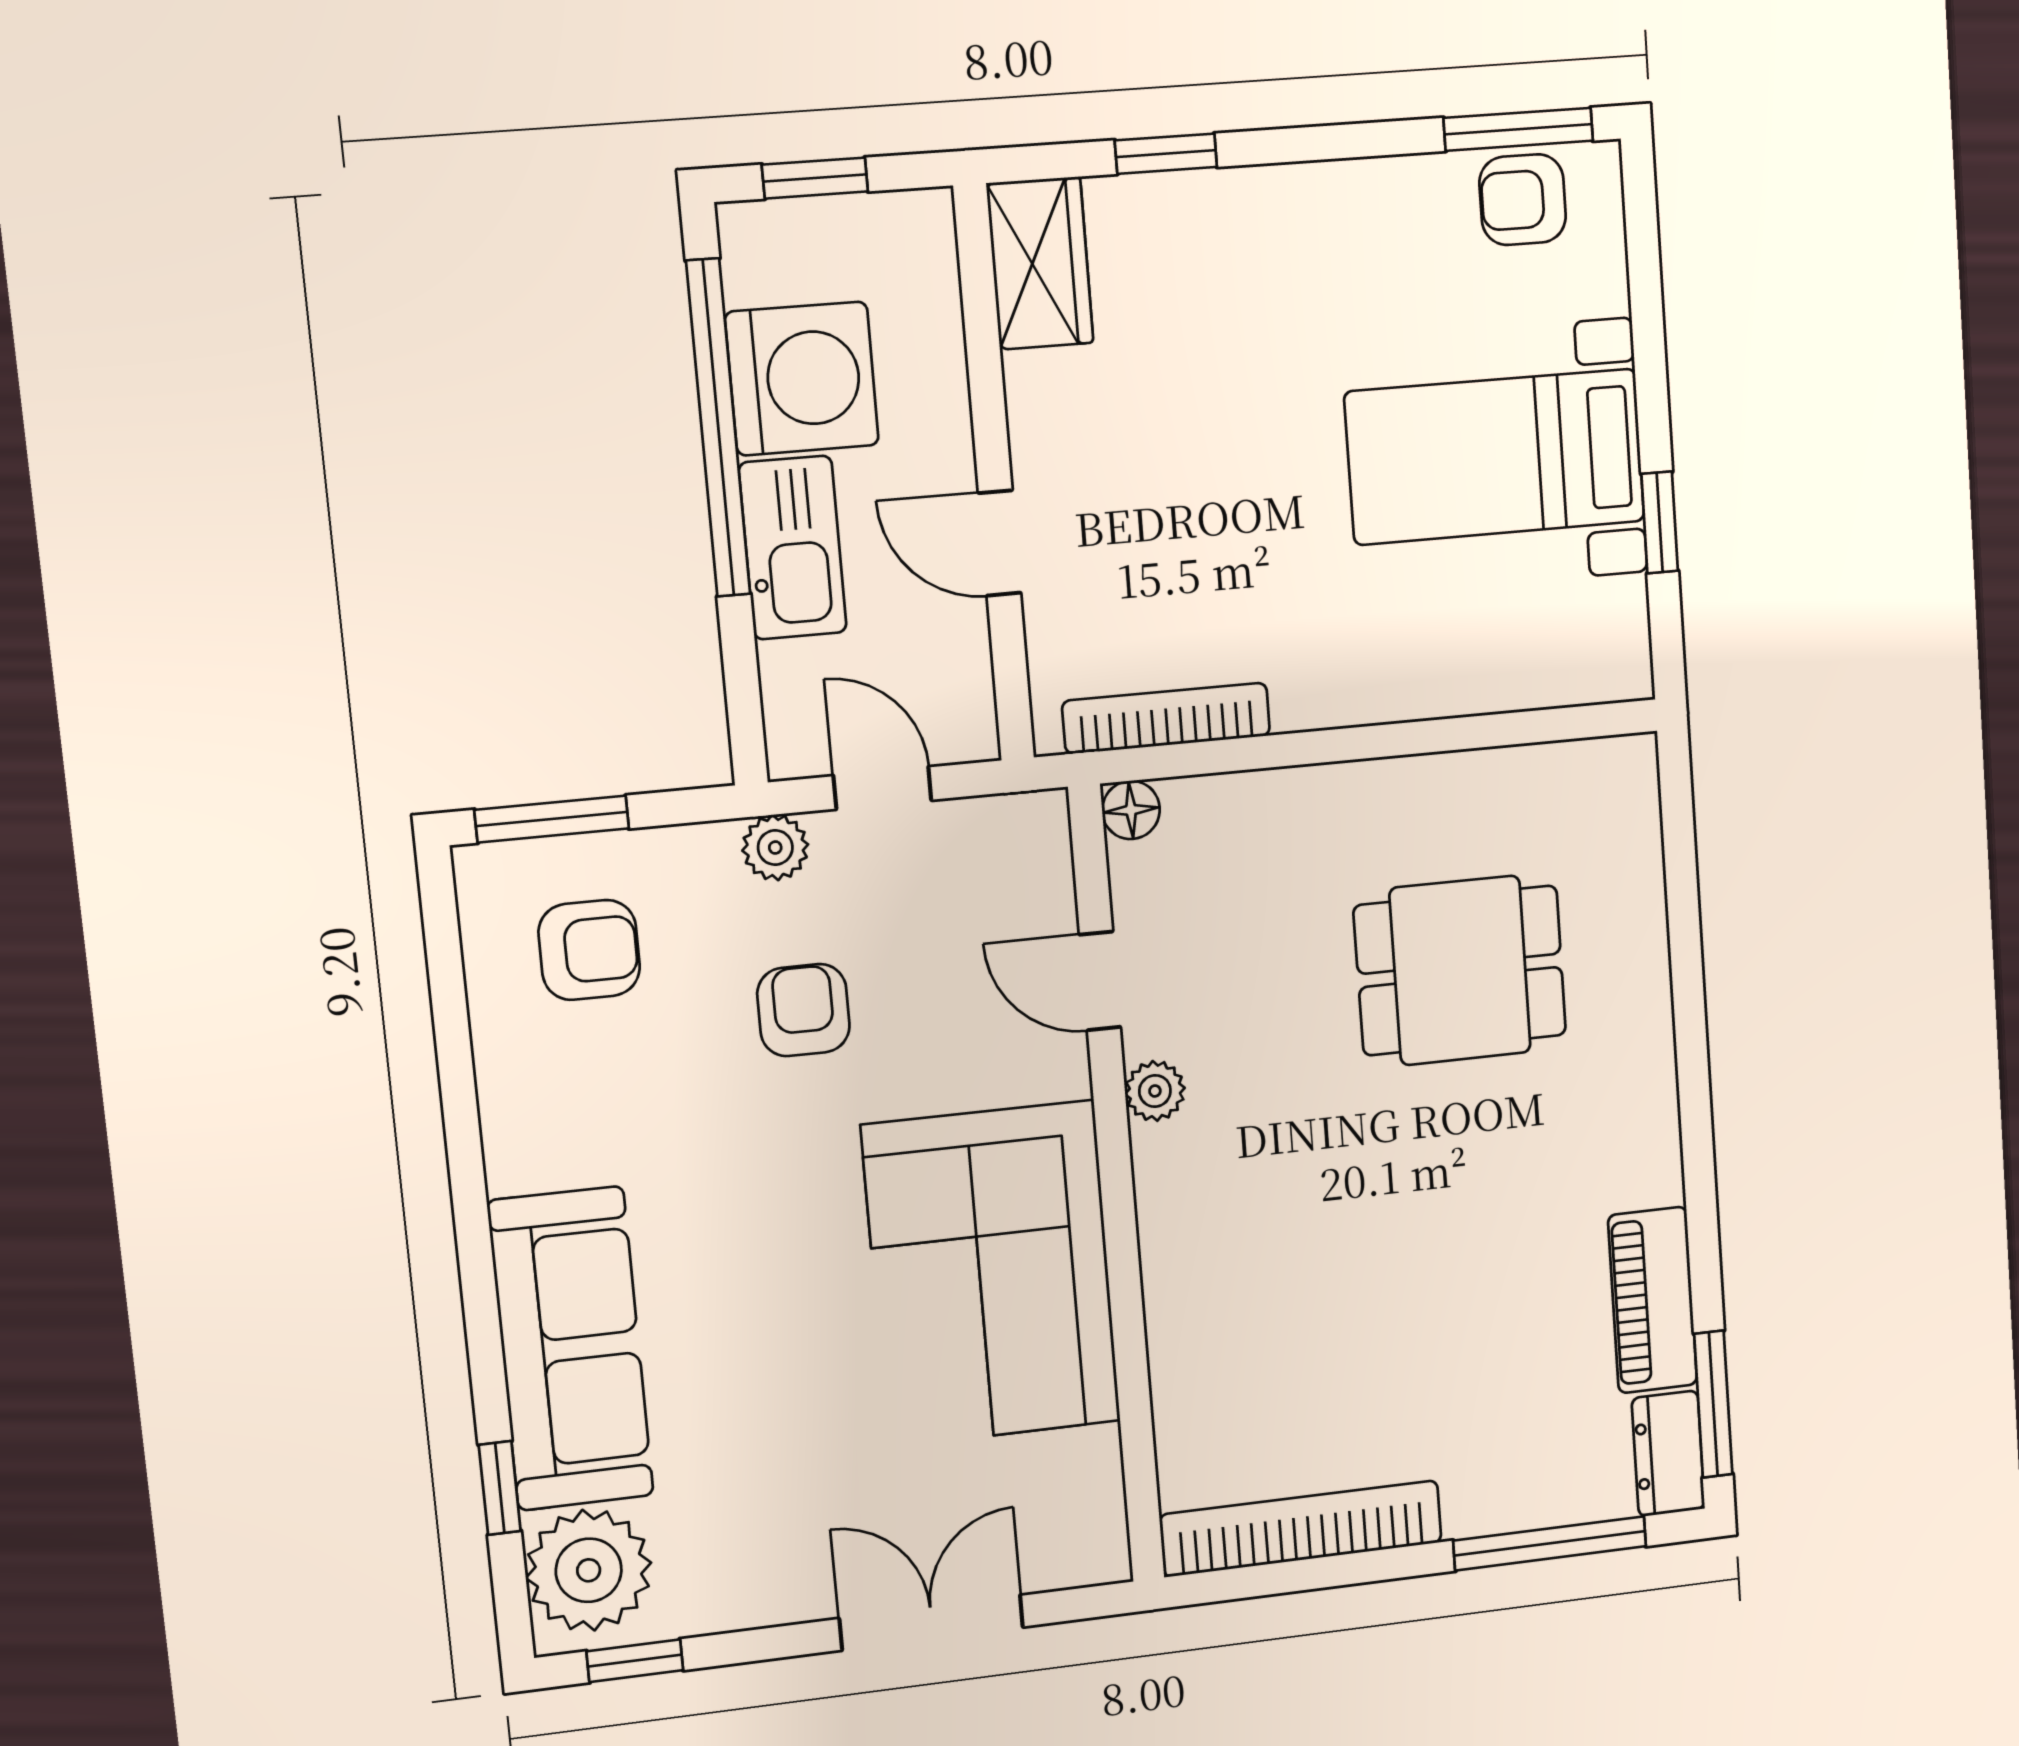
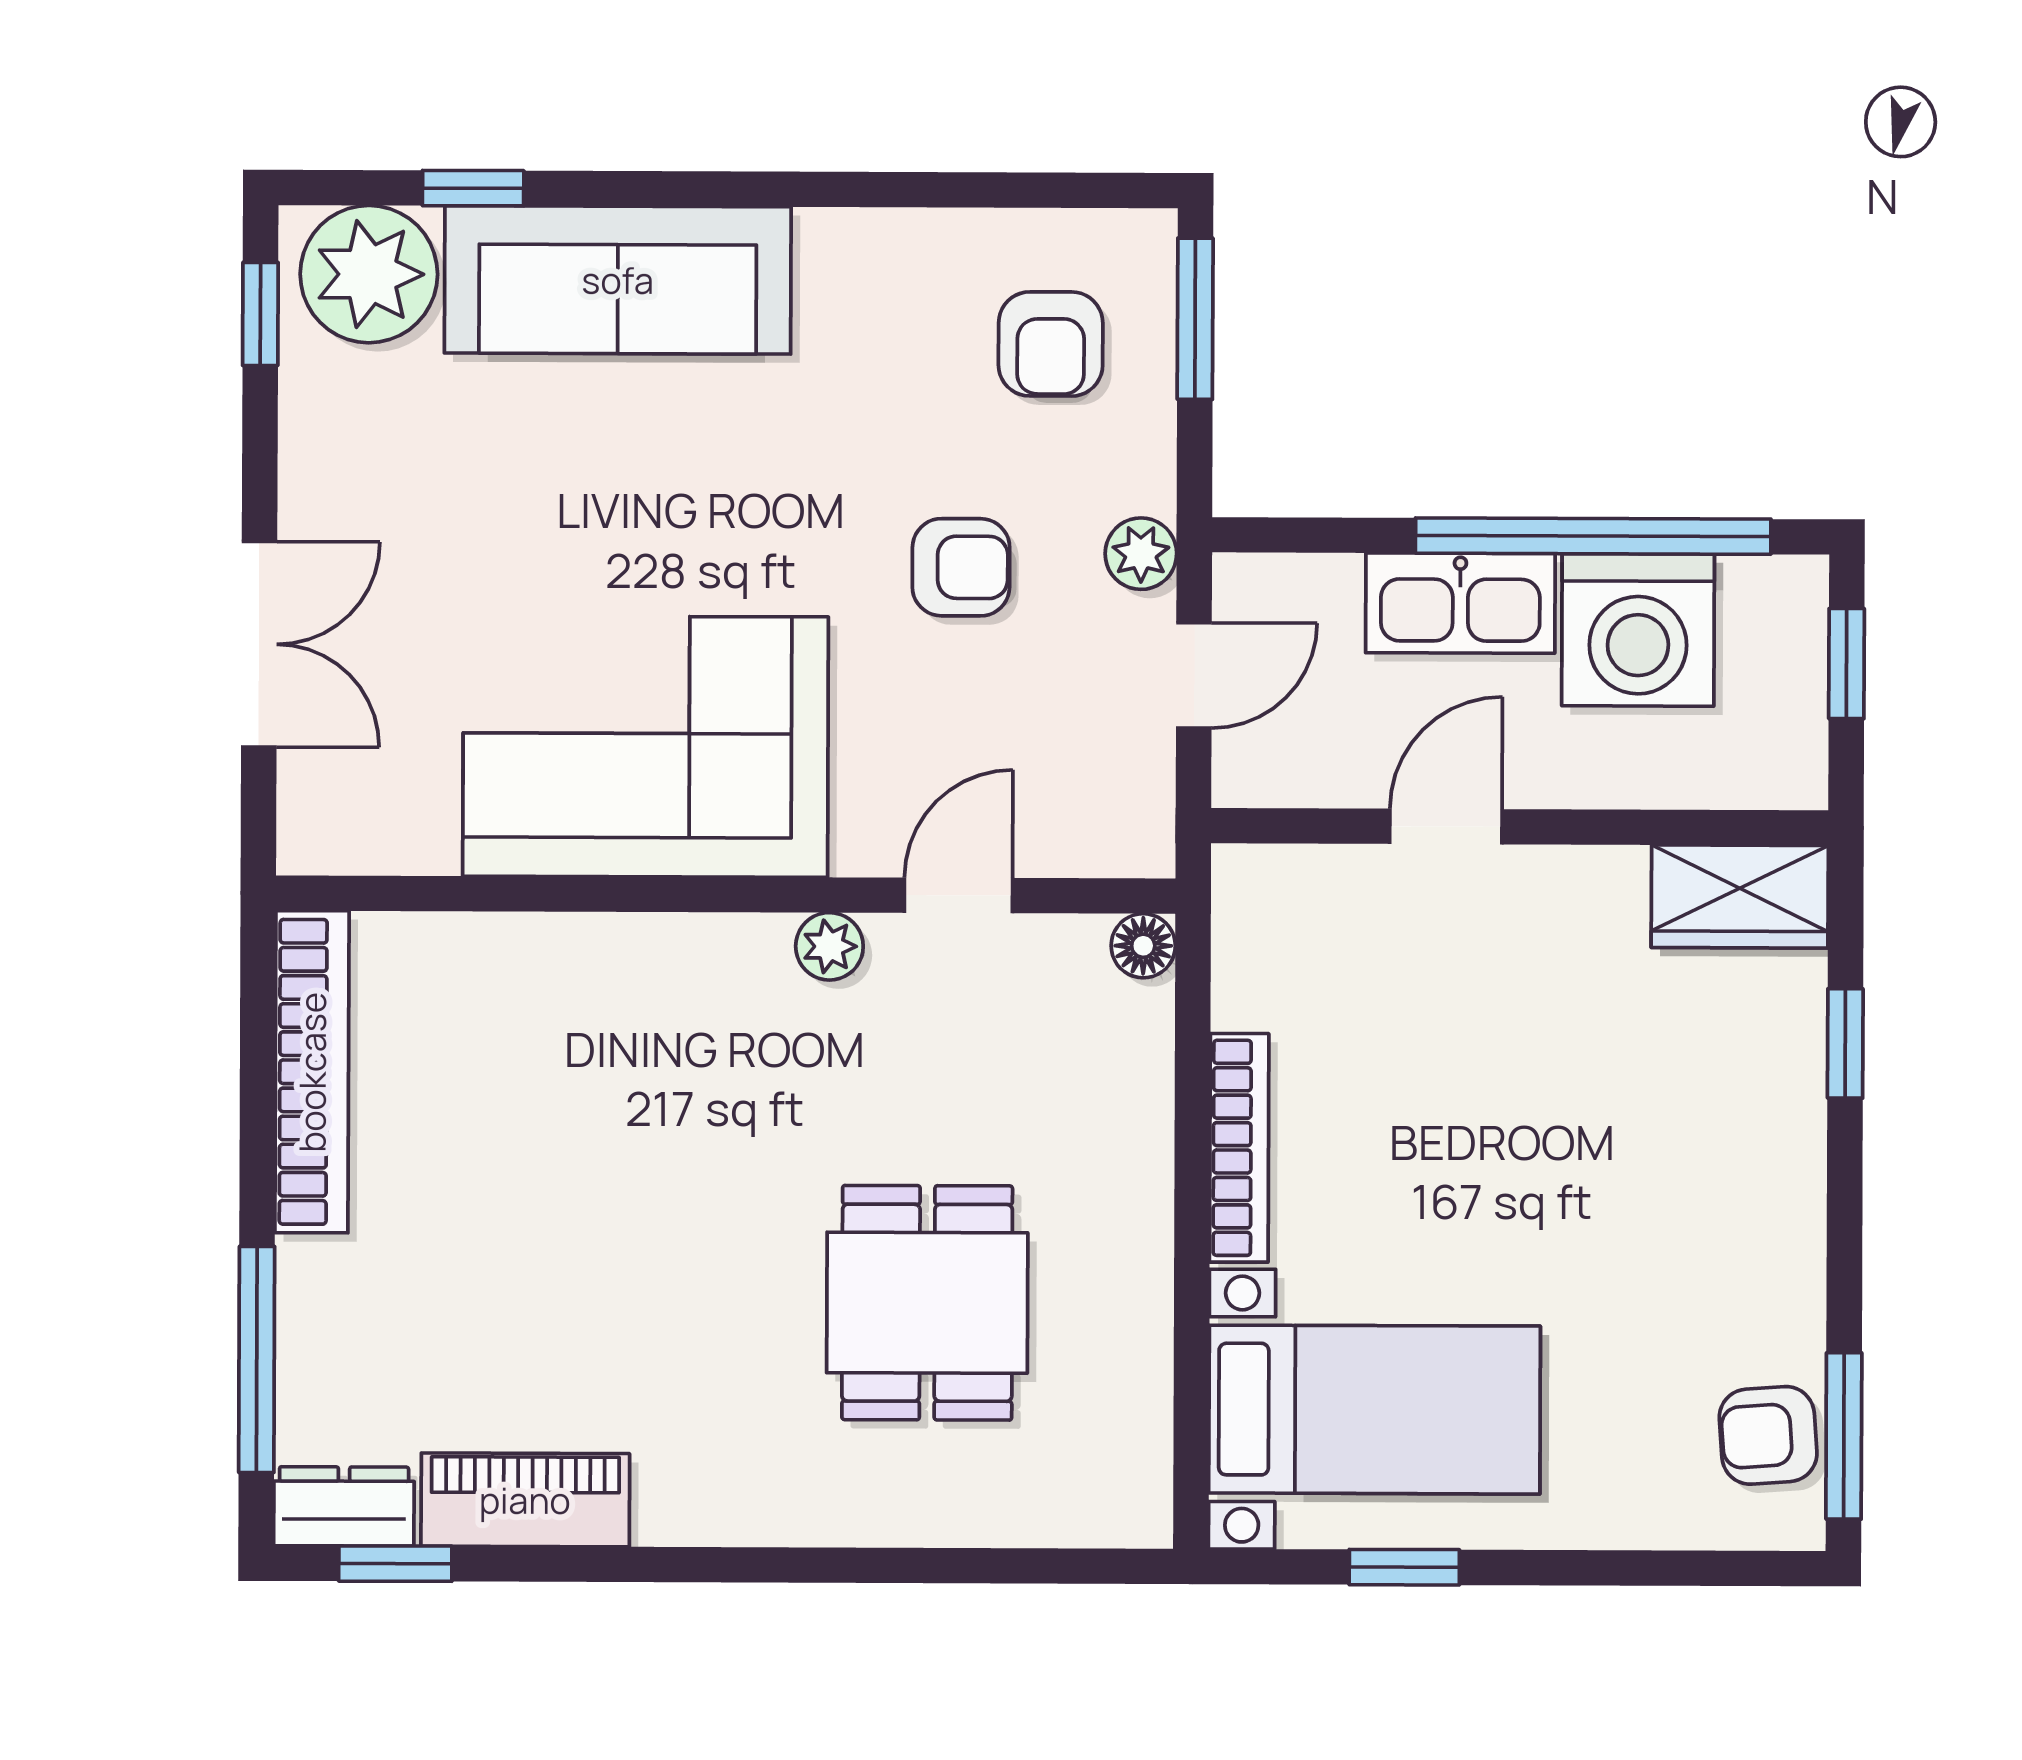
armchair: (1523, 200) -> (1768, 1435), turned -94
bed with nightstands: (1495, 457) -> (1375, 1410), moved, turned 90
bookcase: (1166, 718) -> (1239, 1148), moved
window: (1713, 1404) -> (395, 1564), width x0.67

